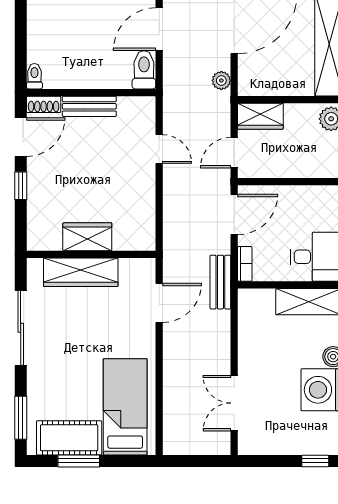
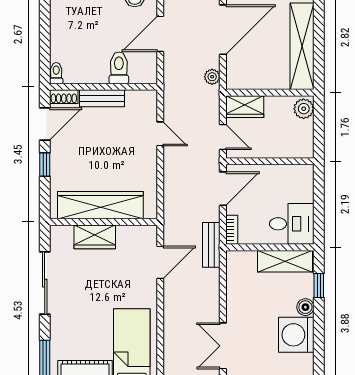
toilet: (144, 70) -> (119, 68), moved
door: (234, 153) -> (223, 137), swing flipped
wardrobe: (87, 237) -> (100, 205), width x2.10, depth x1.17
wardrobe: (81, 272) -> (95, 237), width x0.67

